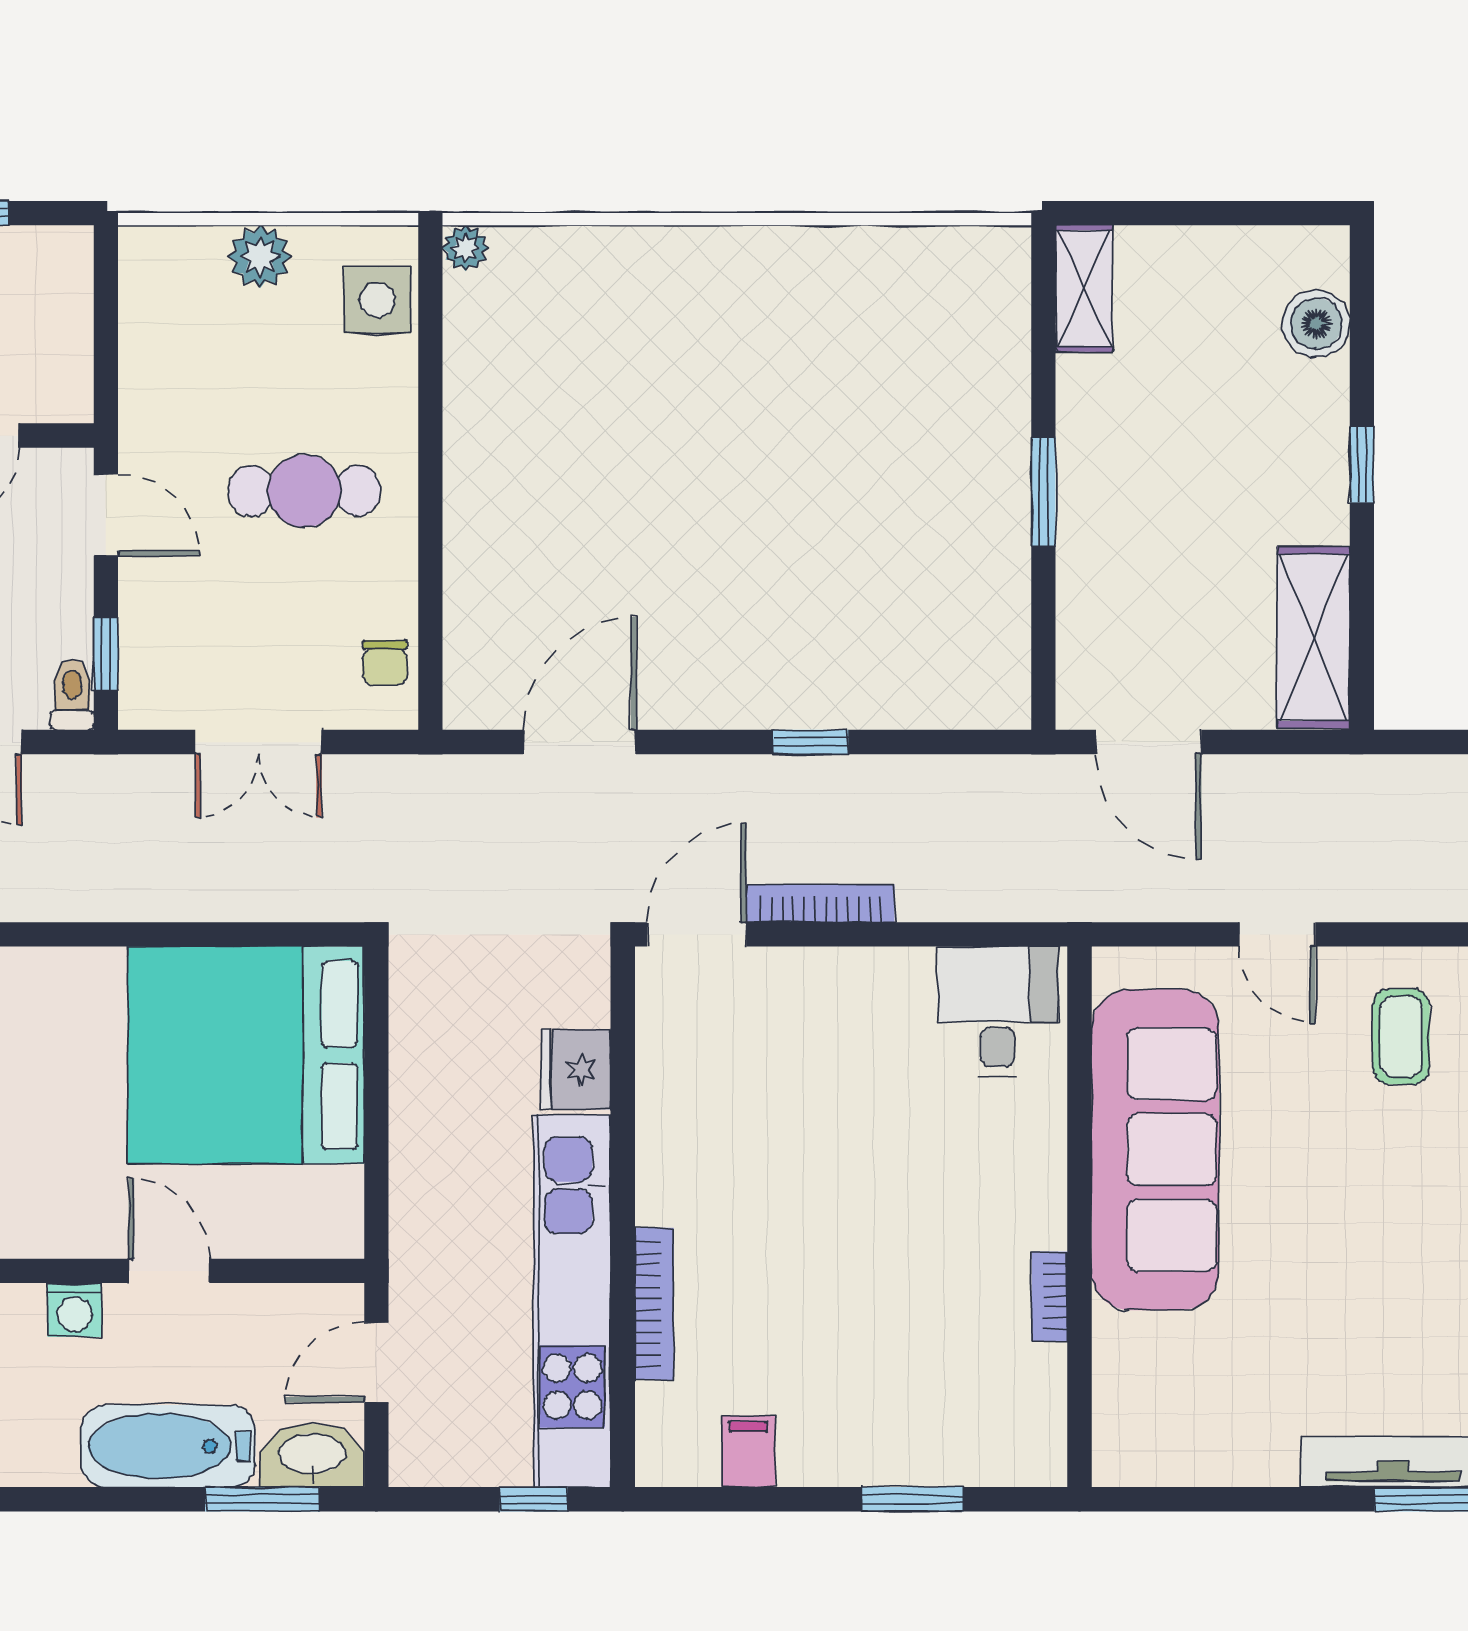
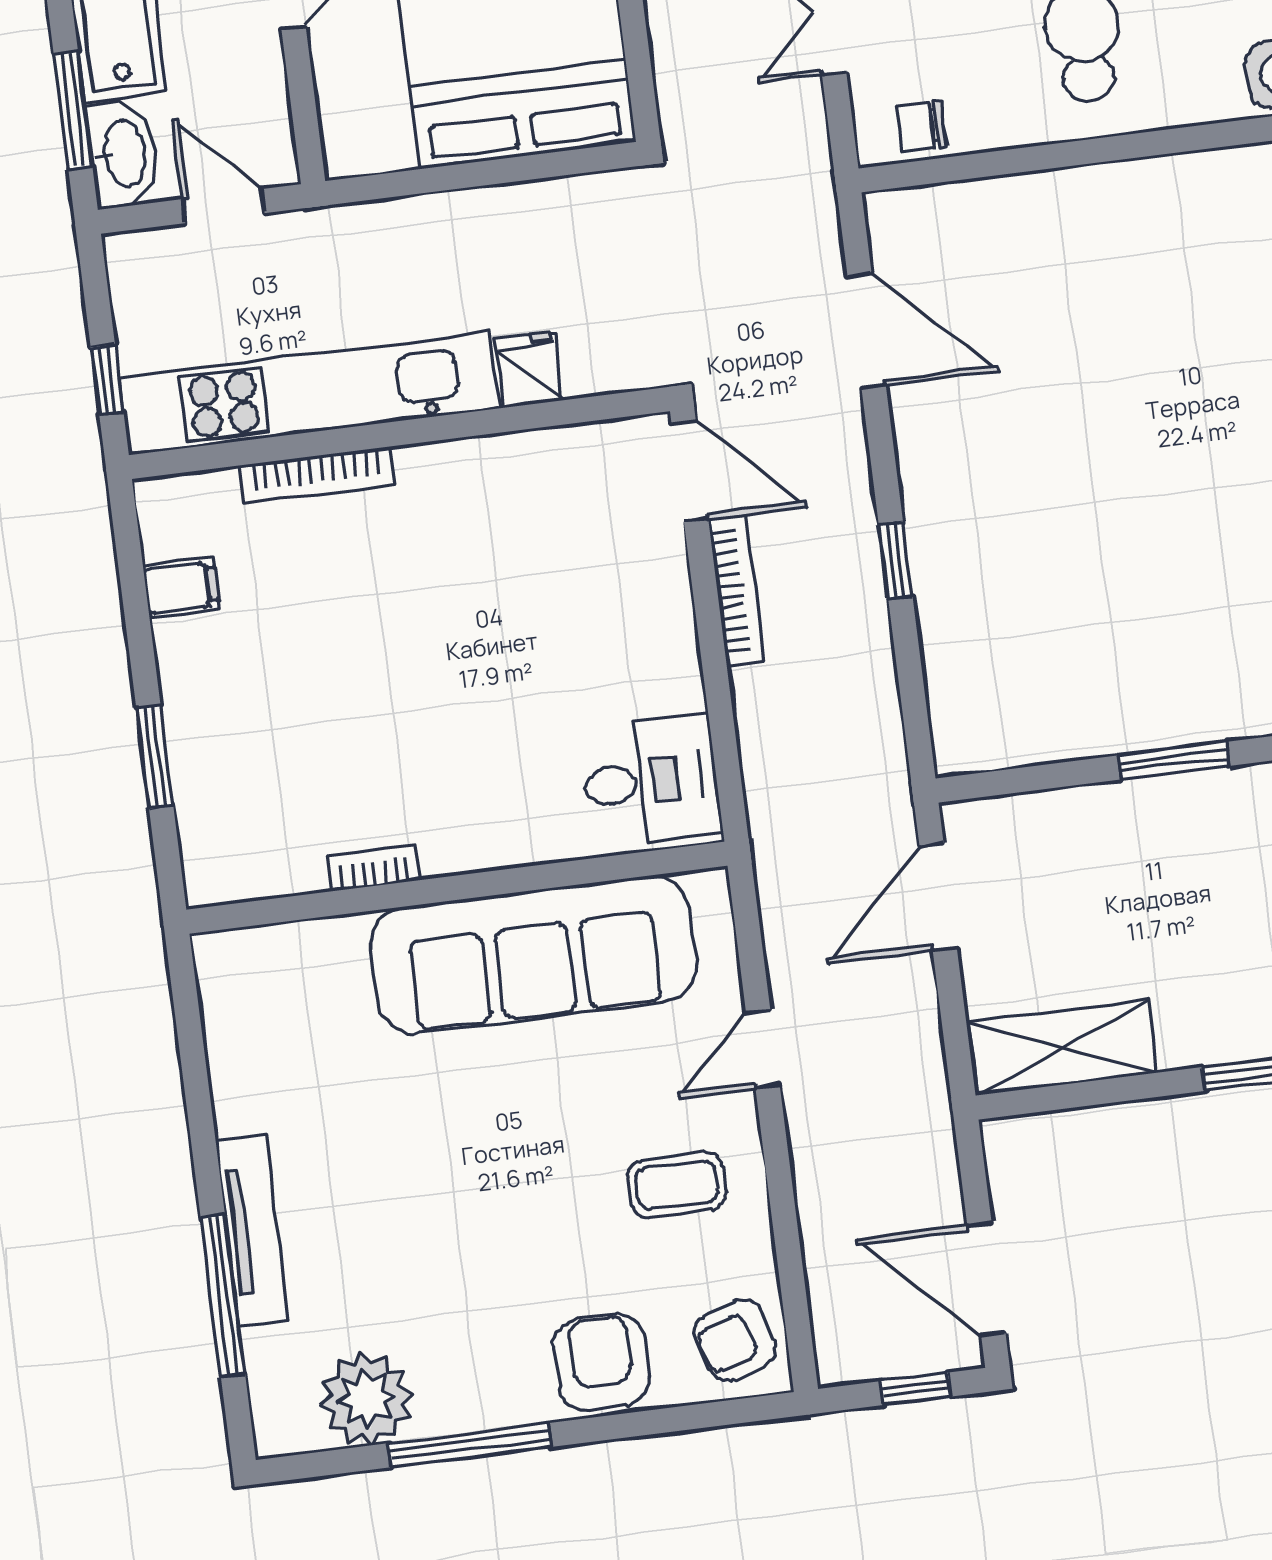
fridge: (576, 1069) -> (529, 369), width x0.72

